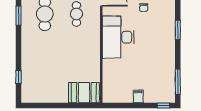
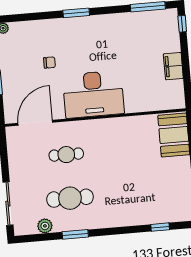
filing cabinet: (138, 96) -> (173, 66), width x2.00

